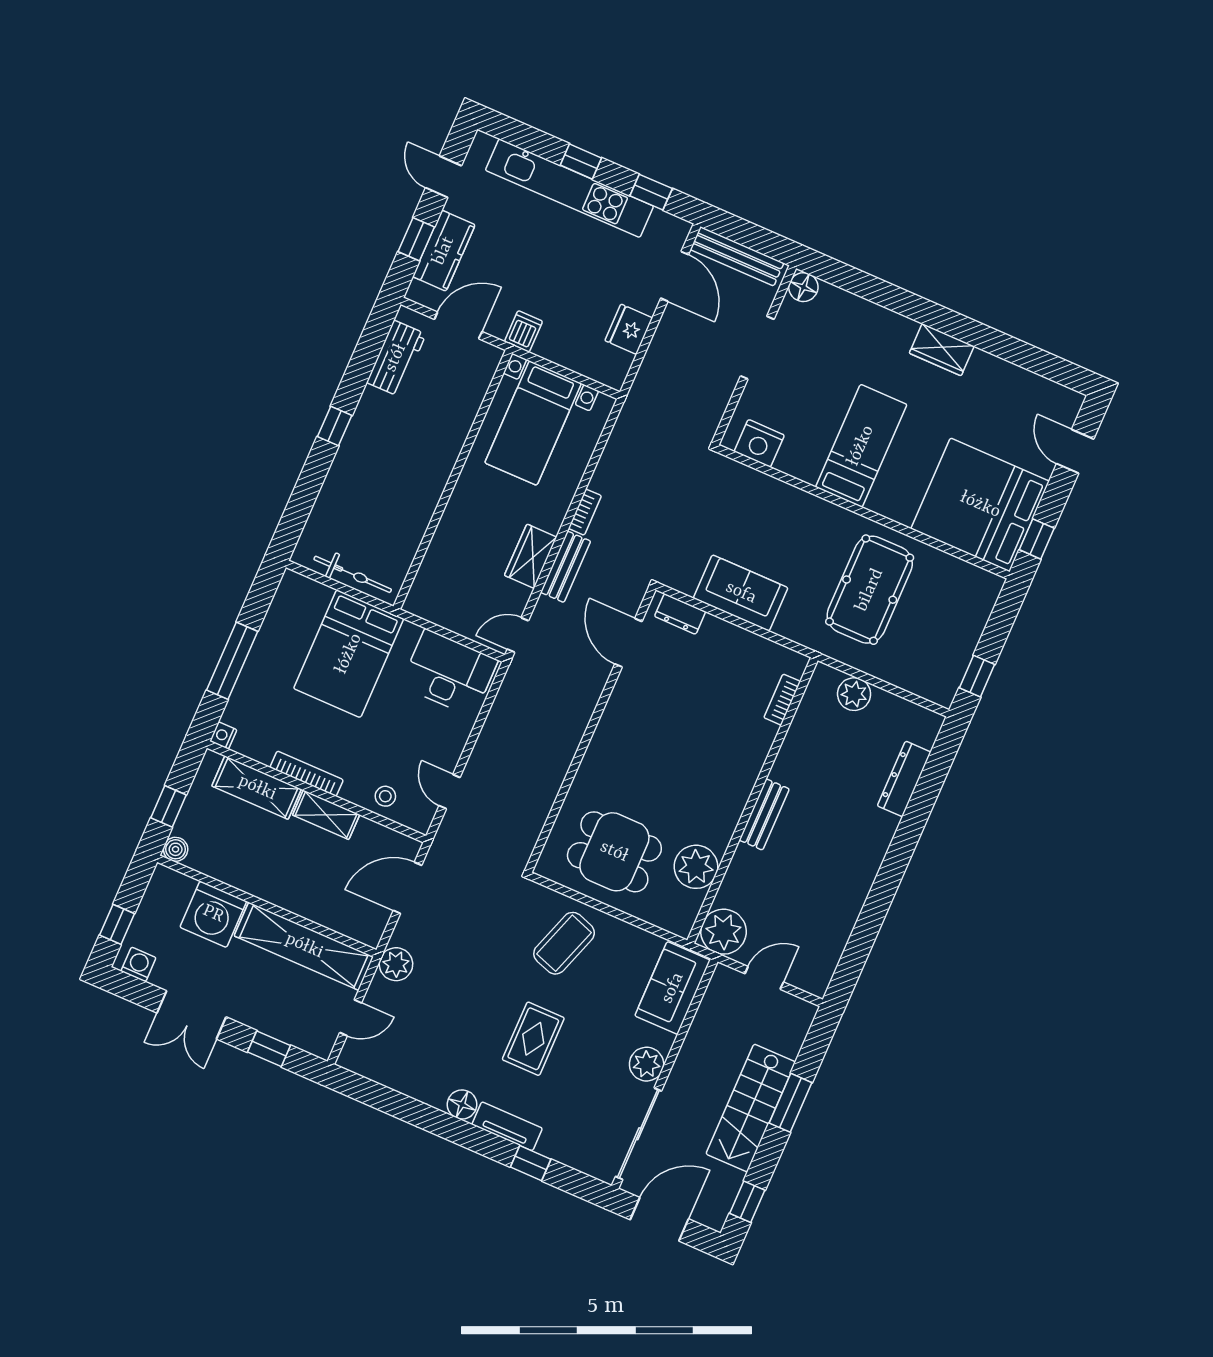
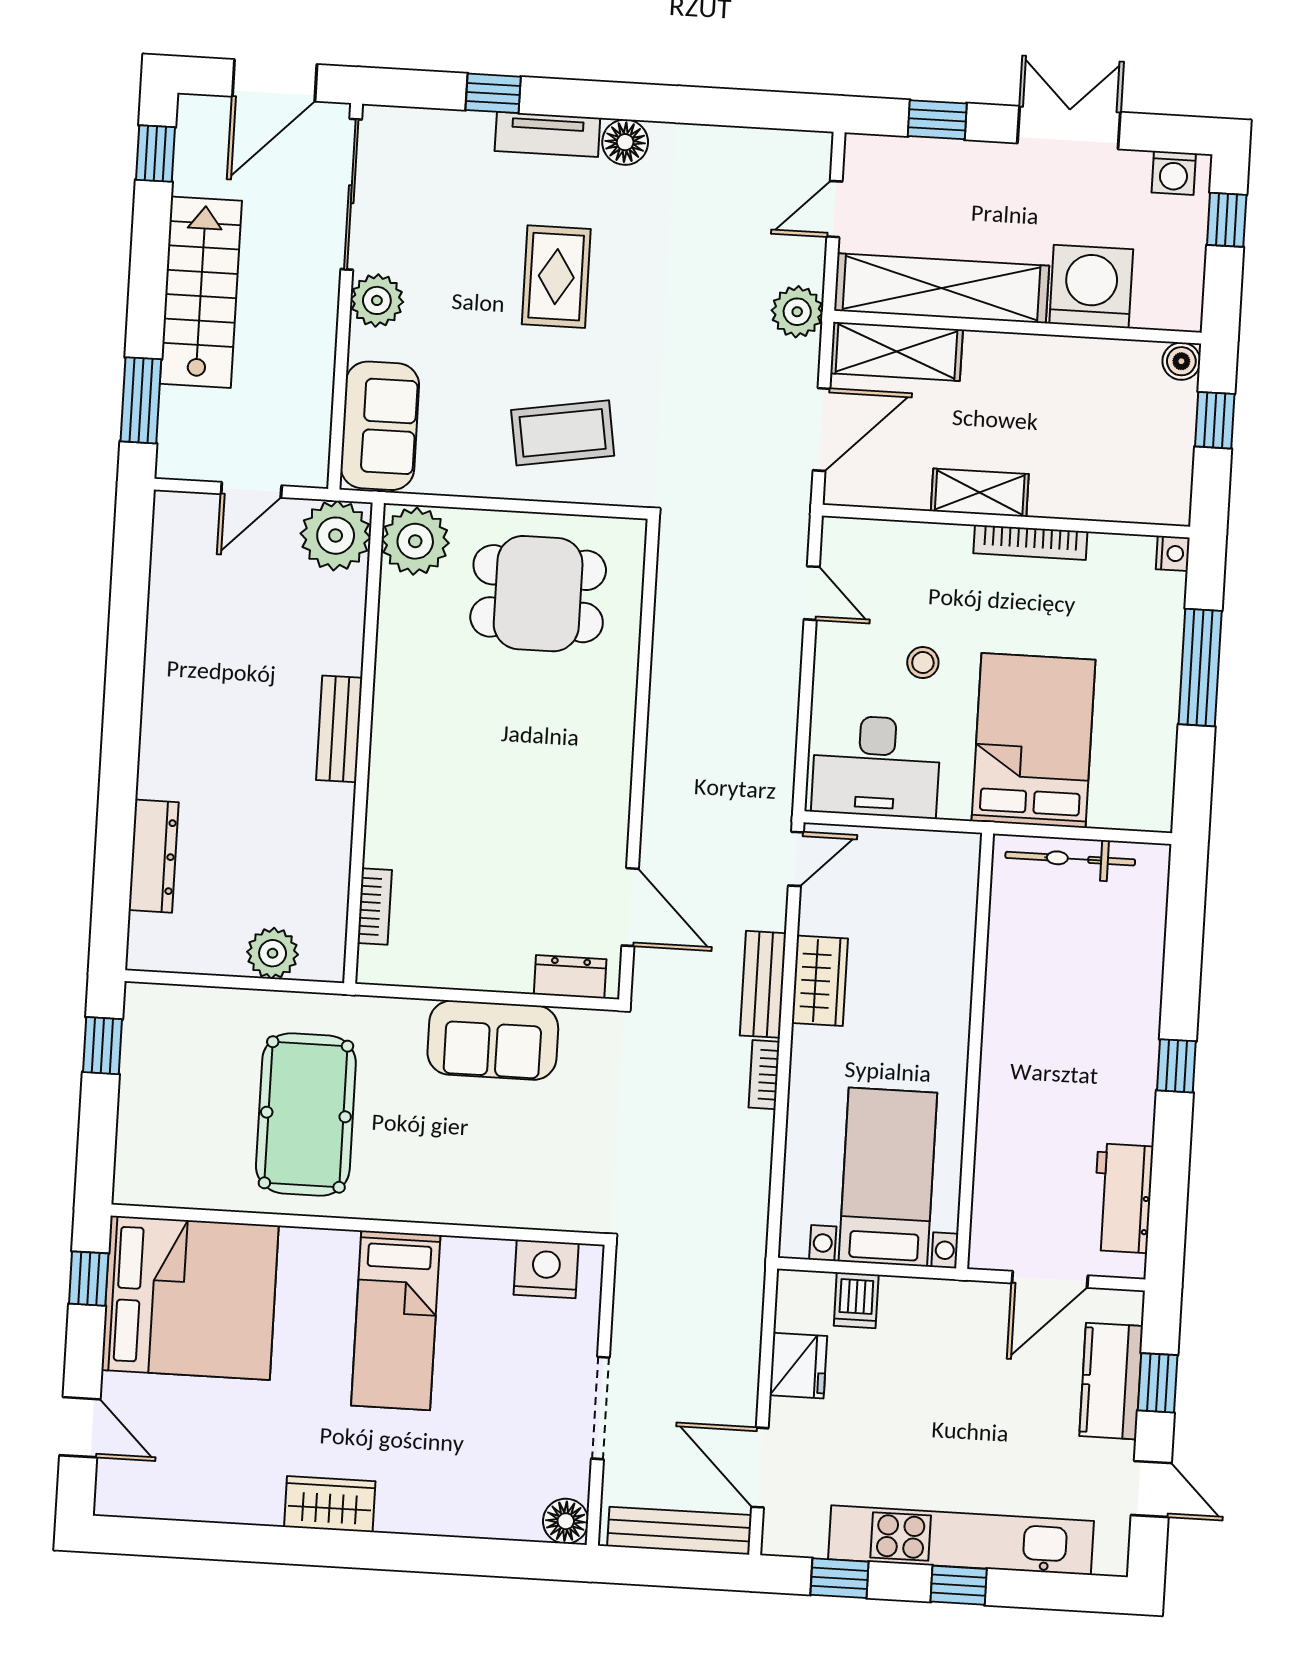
dishwasher: (524, 331) -> (856, 1300), moved
shelving: (257, 788) -> (896, 351), moved
stool: (385, 796) -> (923, 663), moved
plant: (696, 867) -> (415, 541), moved
coffee table: (564, 943) -> (563, 433), turned 62
window: (790, 1103) -> (141, 400), moved

